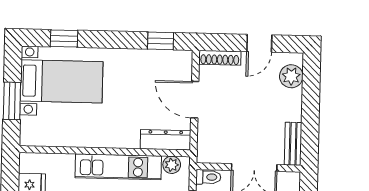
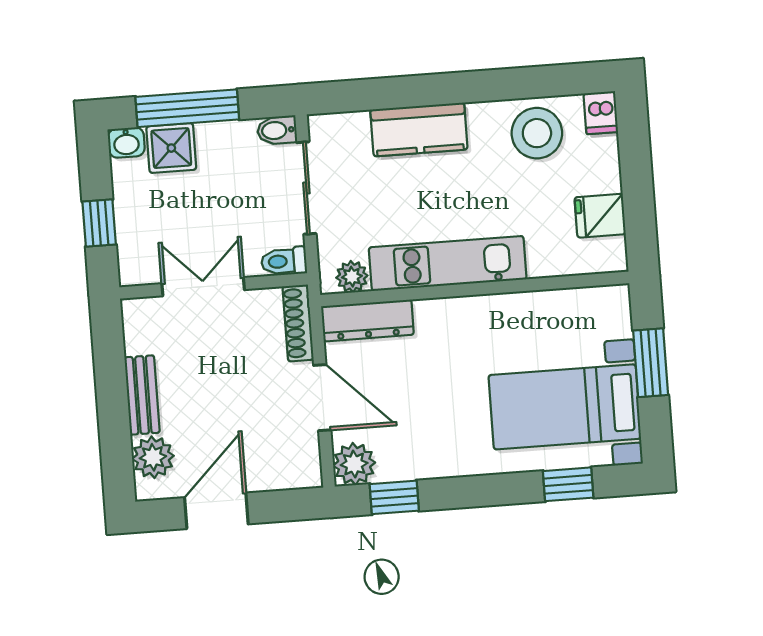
door: (259, 43) -> (216, 511), width x1.37
shoe rack: (220, 58) -> (298, 323), moved, turned -90
plant: (181, 61) -> (354, 464), added
bench: (293, 144) -> (142, 395), moved

